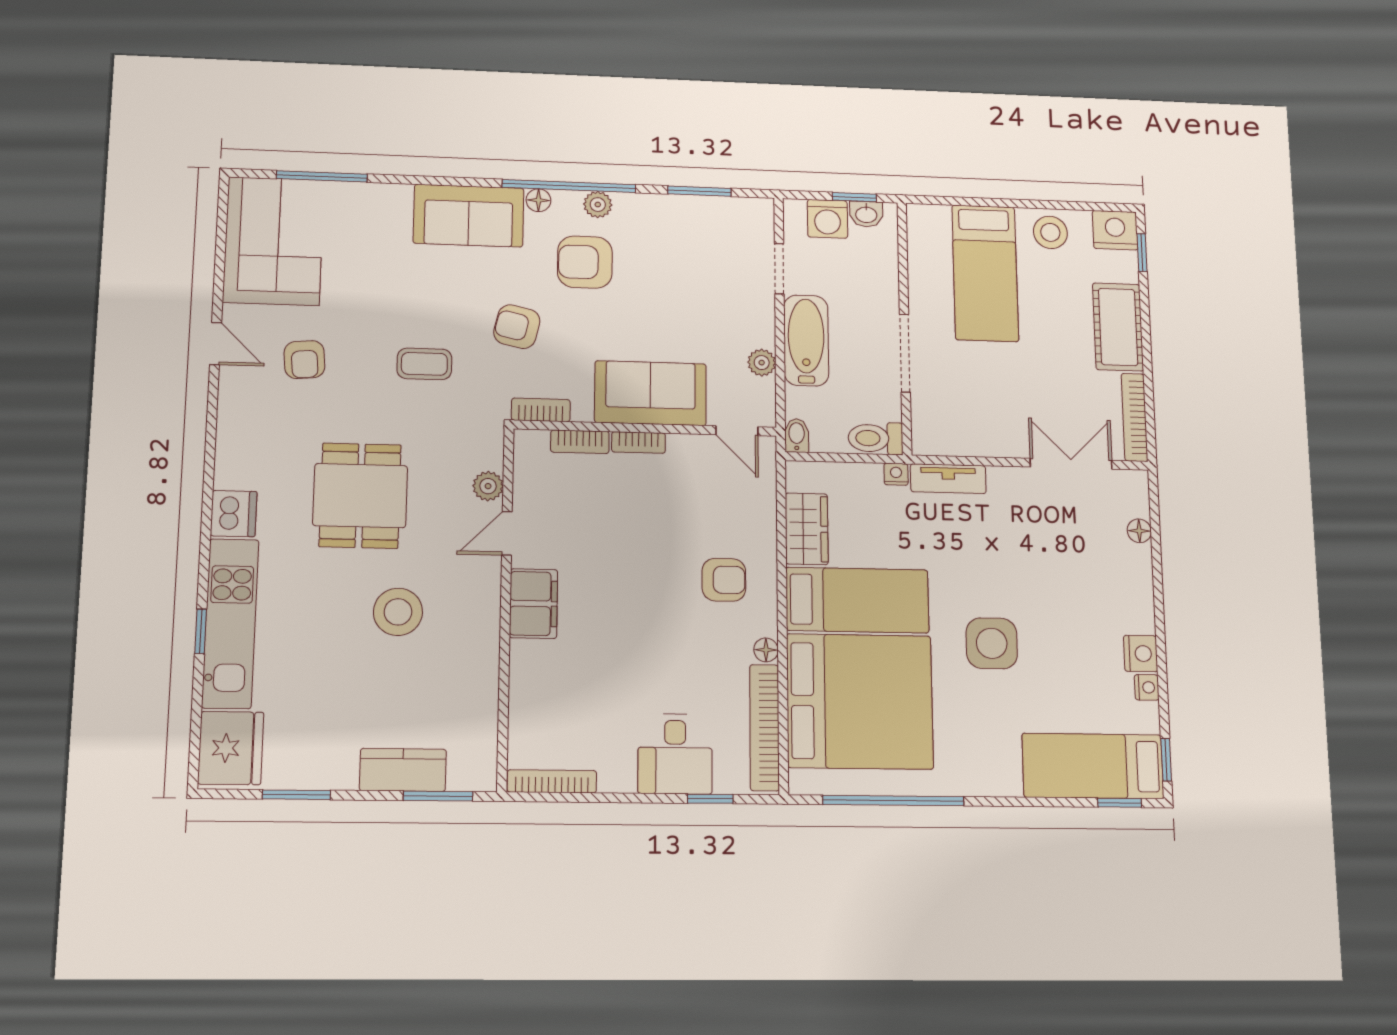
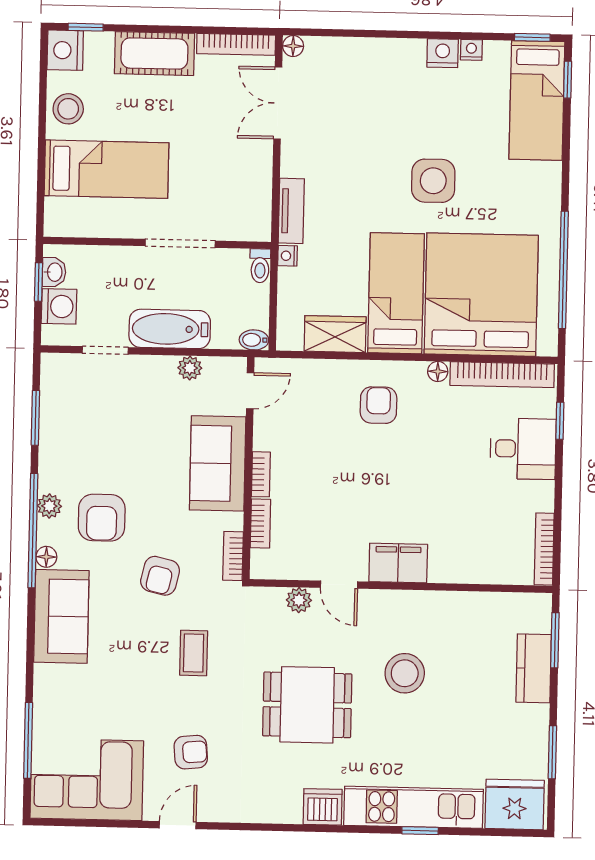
toilet: (876, 438) -> (260, 266), width x0.73, depth x0.72
floor lamp: (1139, 531) -> (293, 46), moved

